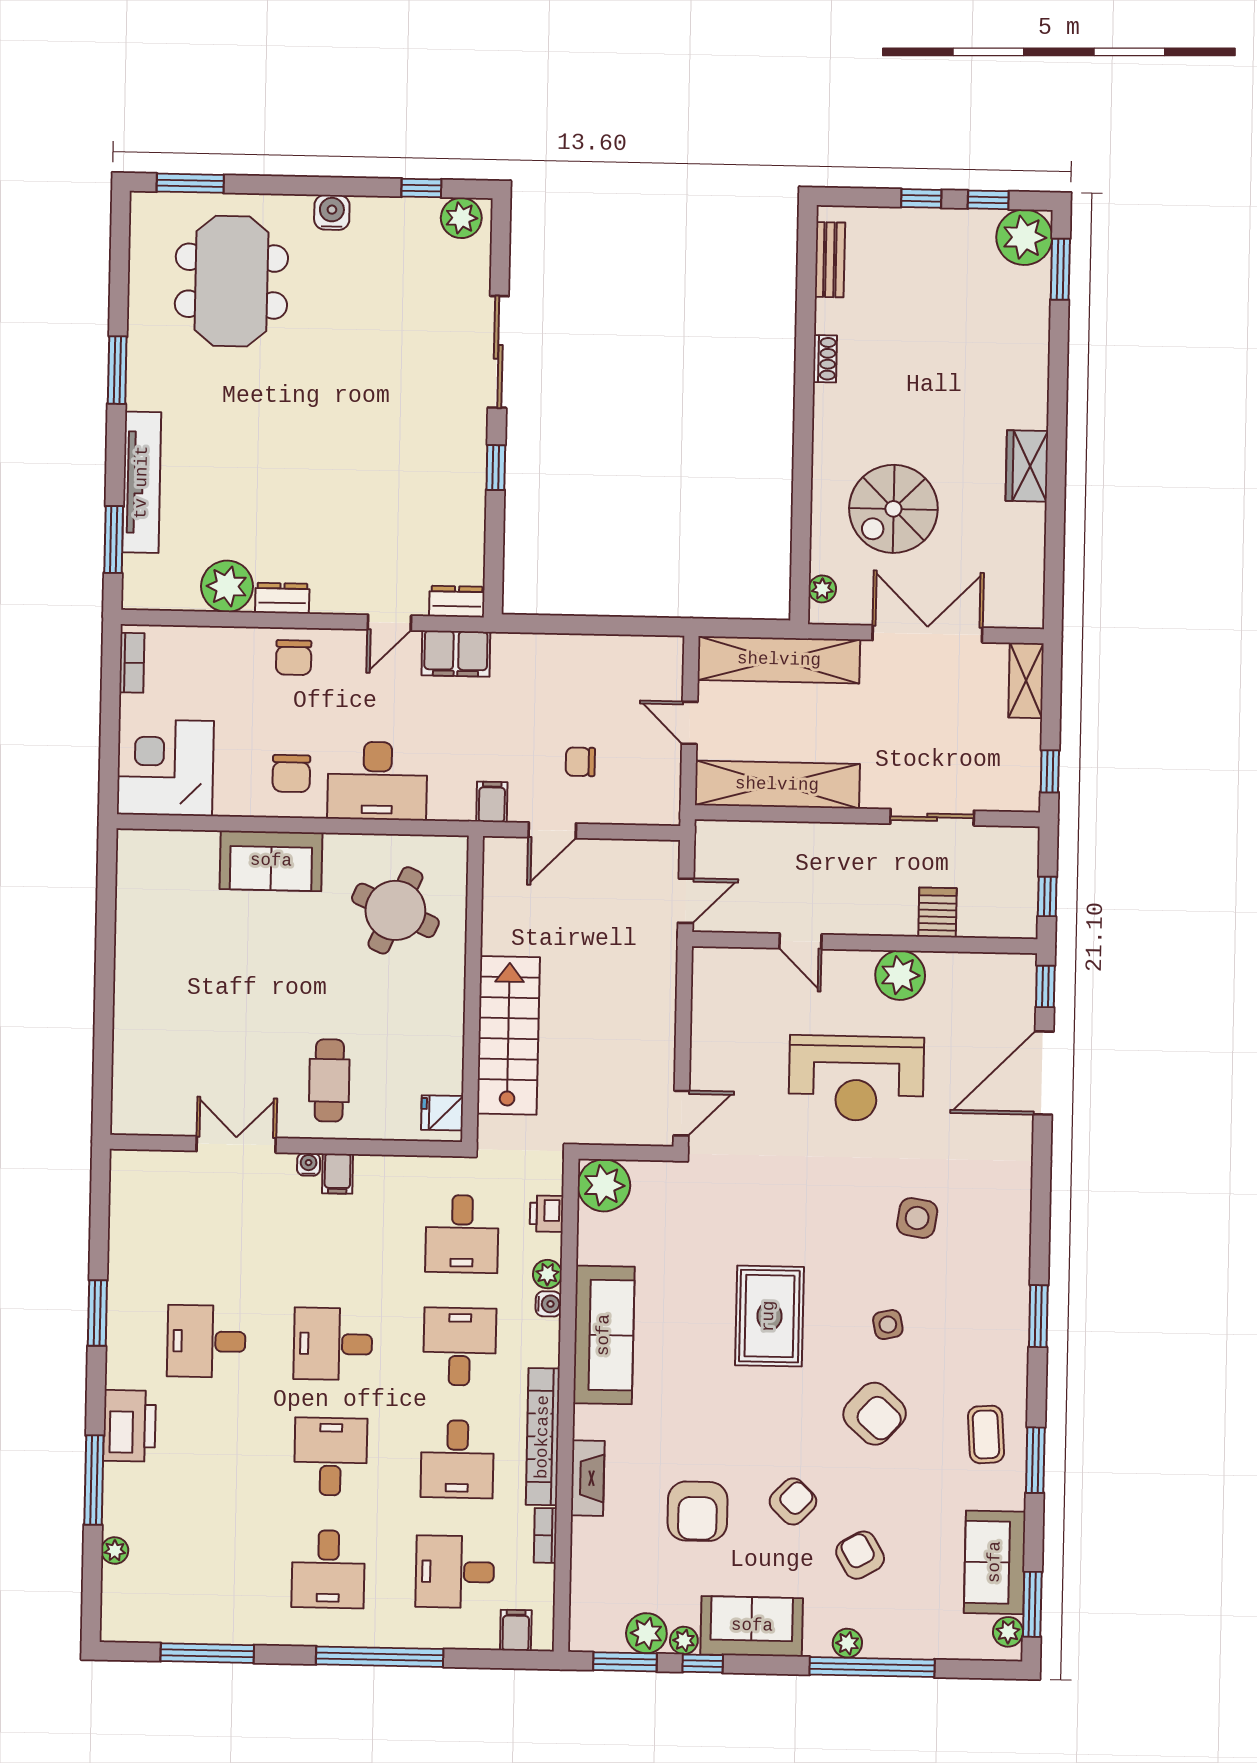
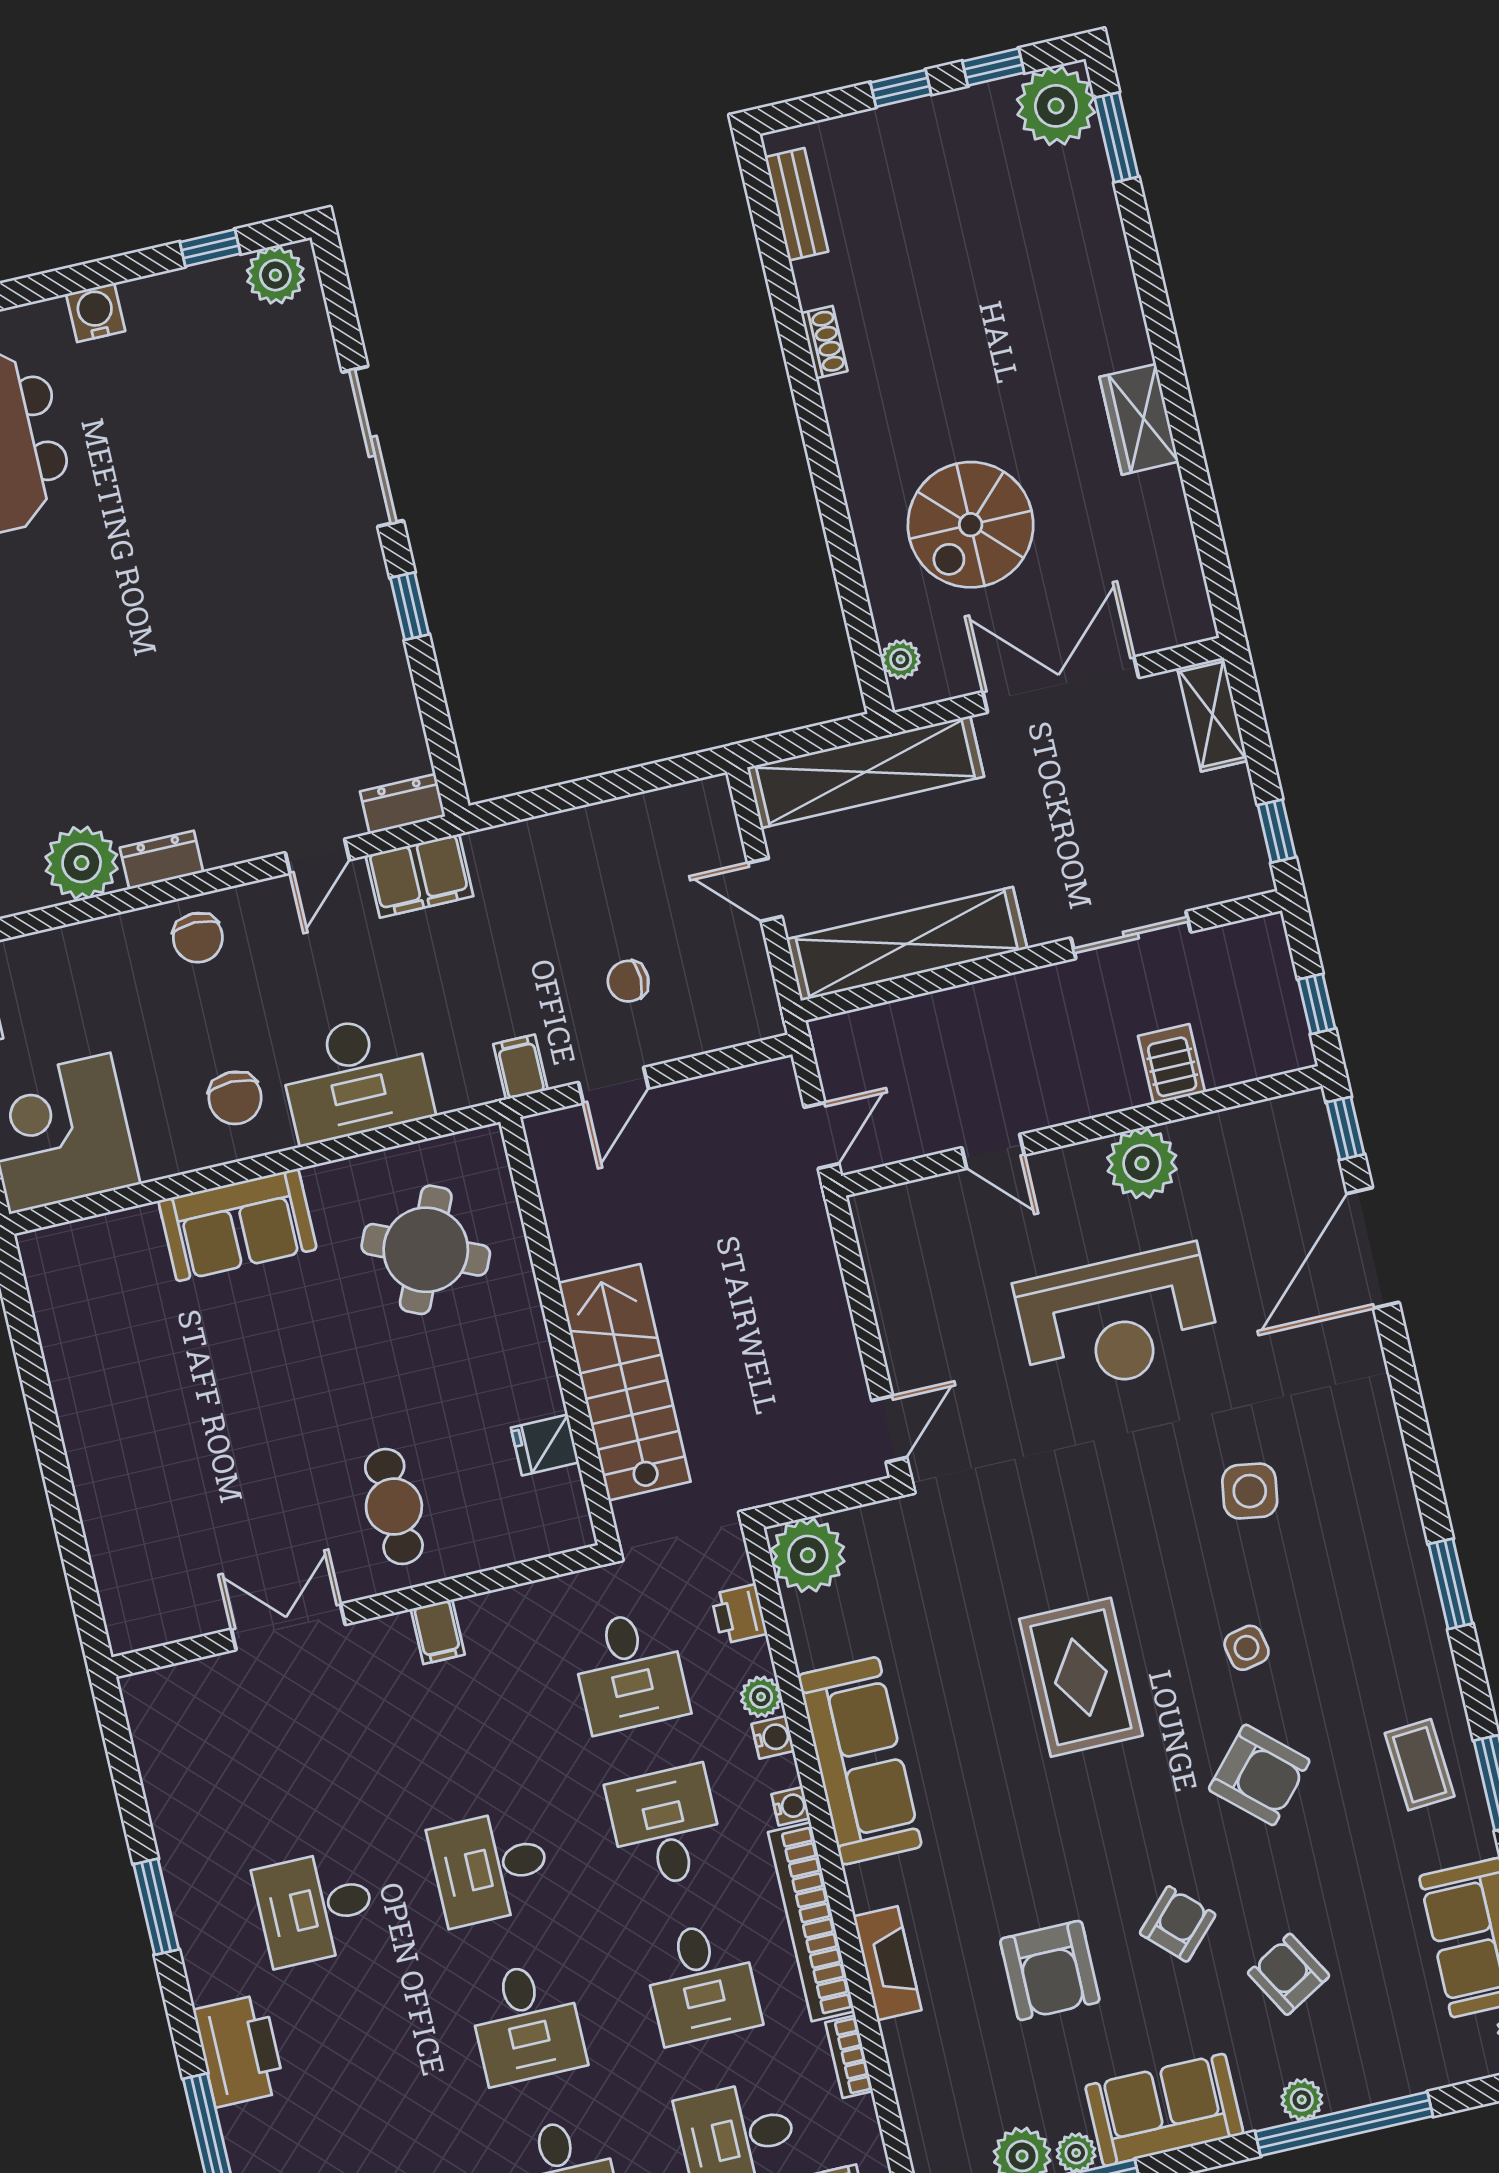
fridge: (442, 1113) -> (545, 1445), moved
water cooler: (309, 1164) -> (791, 1806), moved, turned 90
desk: (331, 1457) -> (527, 2023), turned 180

